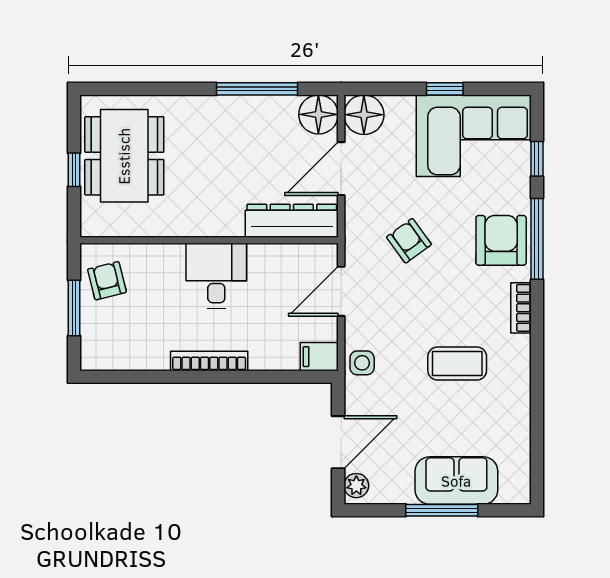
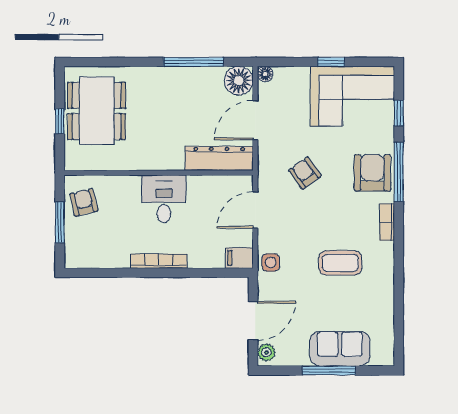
floor lamp: (364, 115) -> (265, 74), width x0.53, depth x0.53

